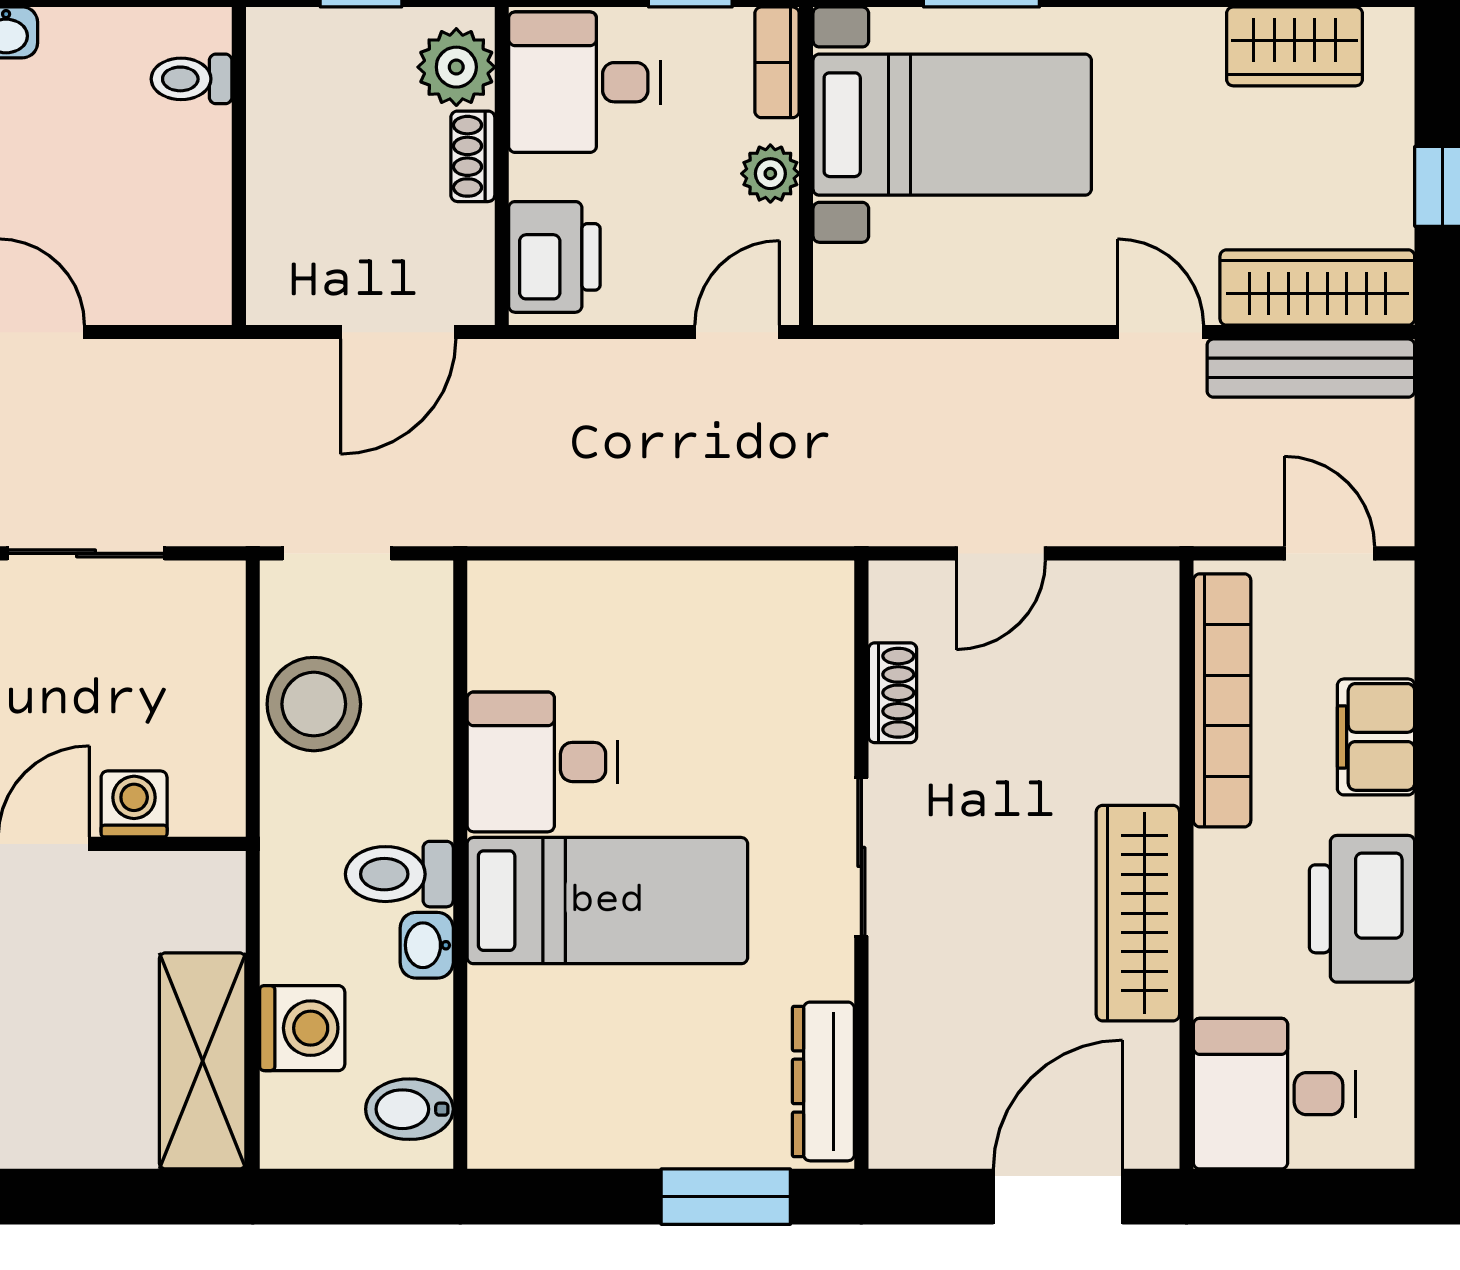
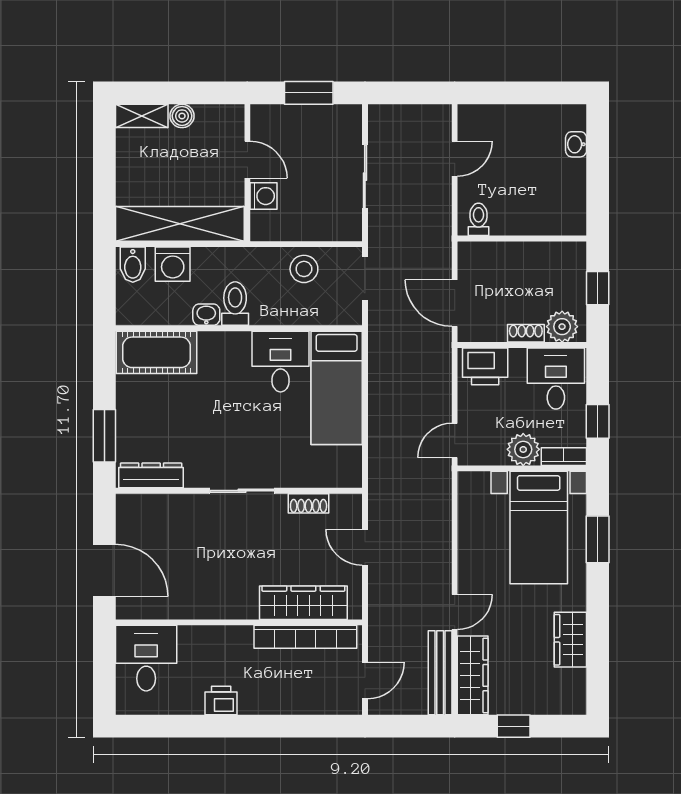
wardrobe: (1294, 46) -> (570, 640), moved
toilet: (192, 79) -> (479, 219), moved
plant: (770, 174) -> (523, 449), width x1.38, depth x1.38
door: (737, 332) -> (455, 440), swing flipped
stool: (314, 704) -> (304, 269), width x0.73, depth x0.73
filing cabinet: (1376, 737) -> (291, 699), removed
bed: (607, 901) -> (337, 388), moved
printer: (1362, 909) -> (221, 700), width x0.53, depth x0.68
wardrobe: (1138, 913) -> (303, 603), moved
shelving: (203, 1061) -> (180, 224), width x1.47
cot: (520, 1068) -> (157, 352), added
bidet: (409, 1109) -> (133, 265), moved, turned 180

